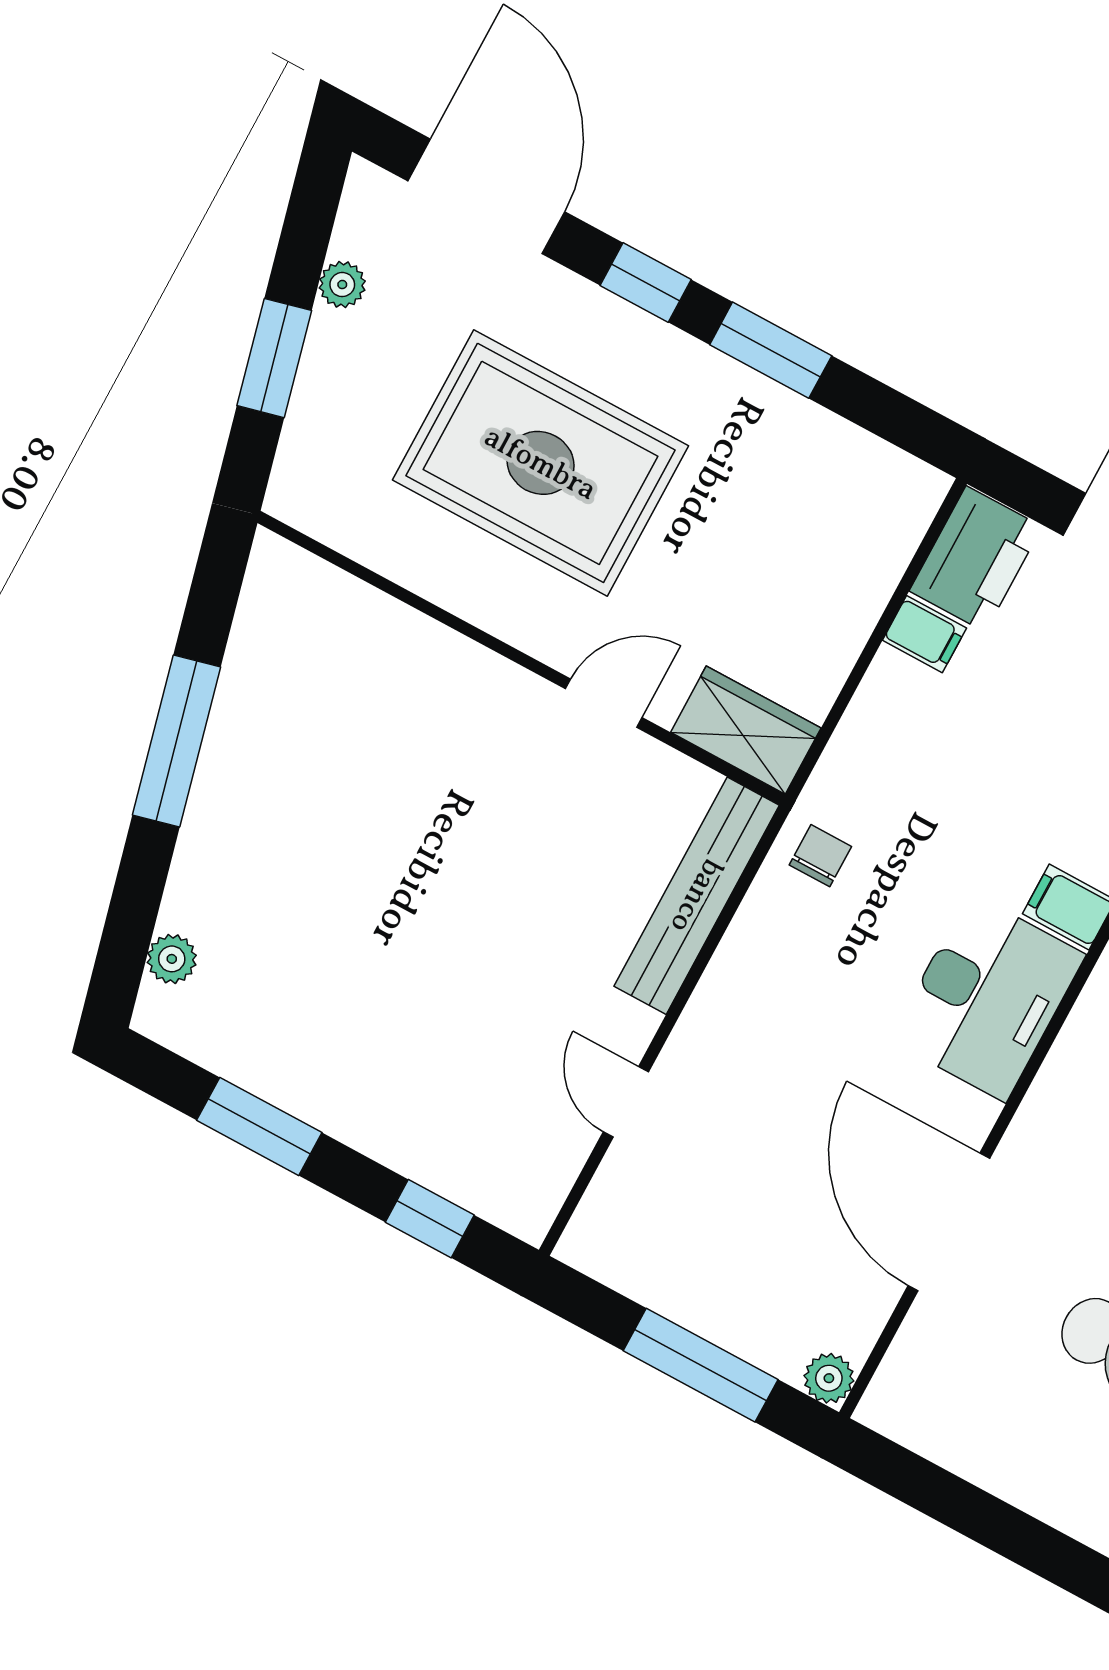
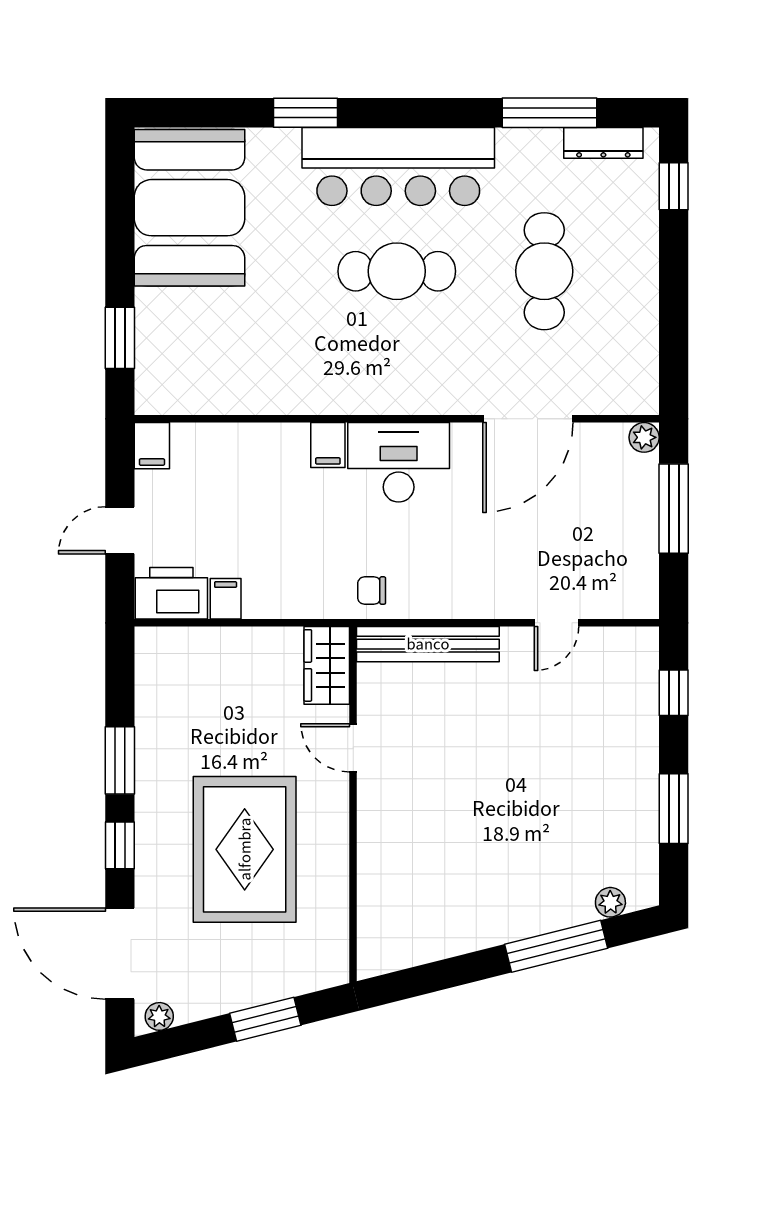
door: (486, 196) -> (120, 954), hinge flipped
plant: (342, 285) -> (159, 1016), moved
window: (177, 741) -> (556, 946), moved

